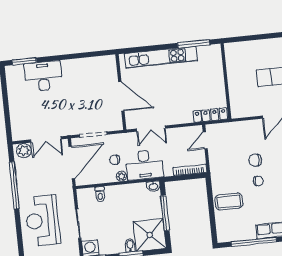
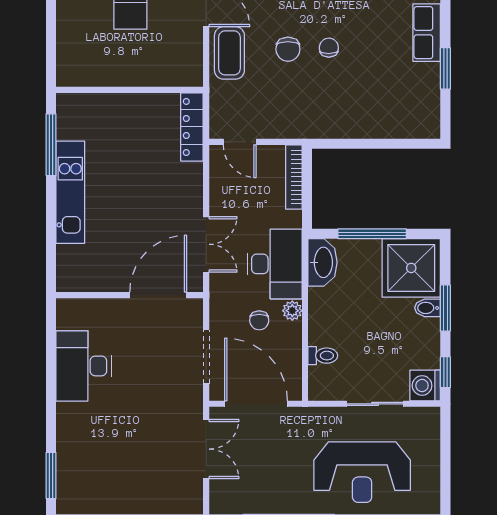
kitchen unit: (161, 57) -> (70, 192), width x0.73
desk: (43, 76) -> (84, 366), moved
door: (121, 96) -> (158, 295), moved
plant: (24, 151) -> (223, 494), removed
washbasin: (153, 186) -> (323, 262), width x1.91, depth x1.45
coffee table: (229, 202) -> (229, 53), moved
window: (254, 242) -> (445, 68), width x0.47

